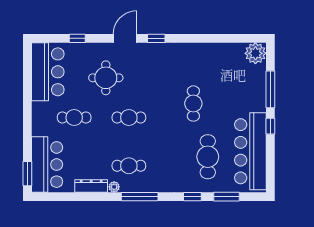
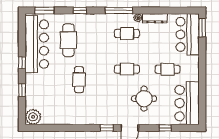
window: (270, 89) -> (22, 90), width x0.46
window: (227, 197) -> (44, 11), moved

